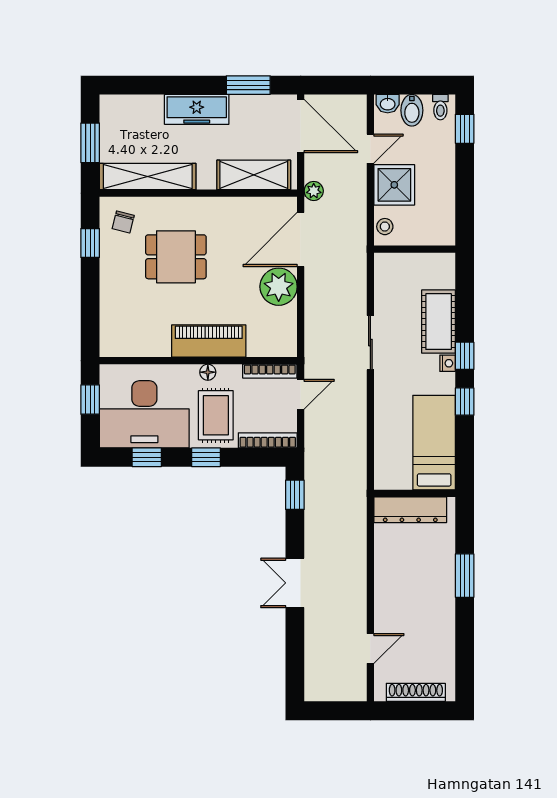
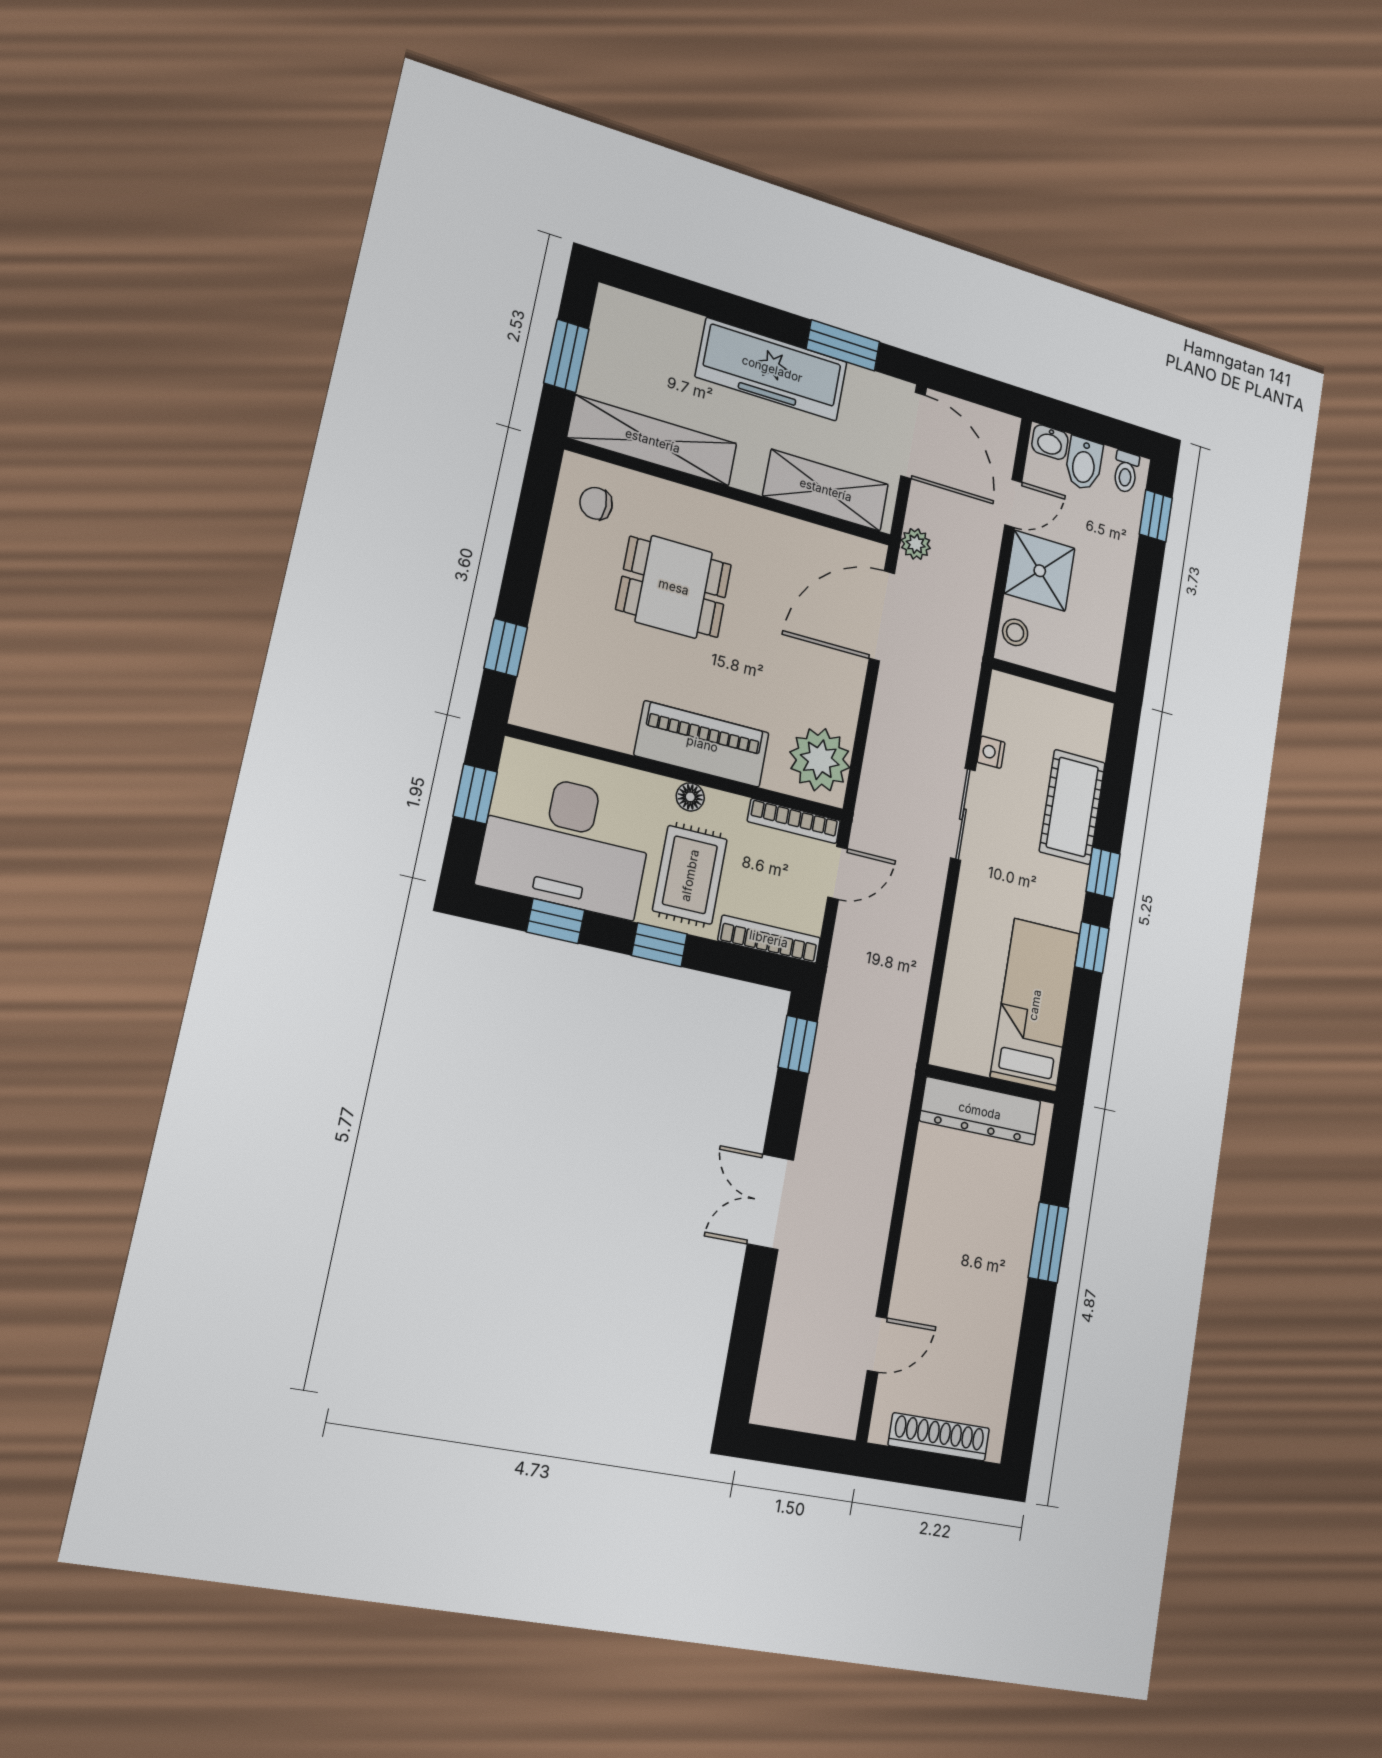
freezer: (197, 109) -> (772, 369), width x1.36, depth x1.26
chair: (123, 222) -> (596, 503), turned 76
window: (90, 243) -> (506, 648), moved
plant: (279, 287) -> (820, 760), moved
nightstand: (448, 363) -> (991, 752), moved, turned 180

